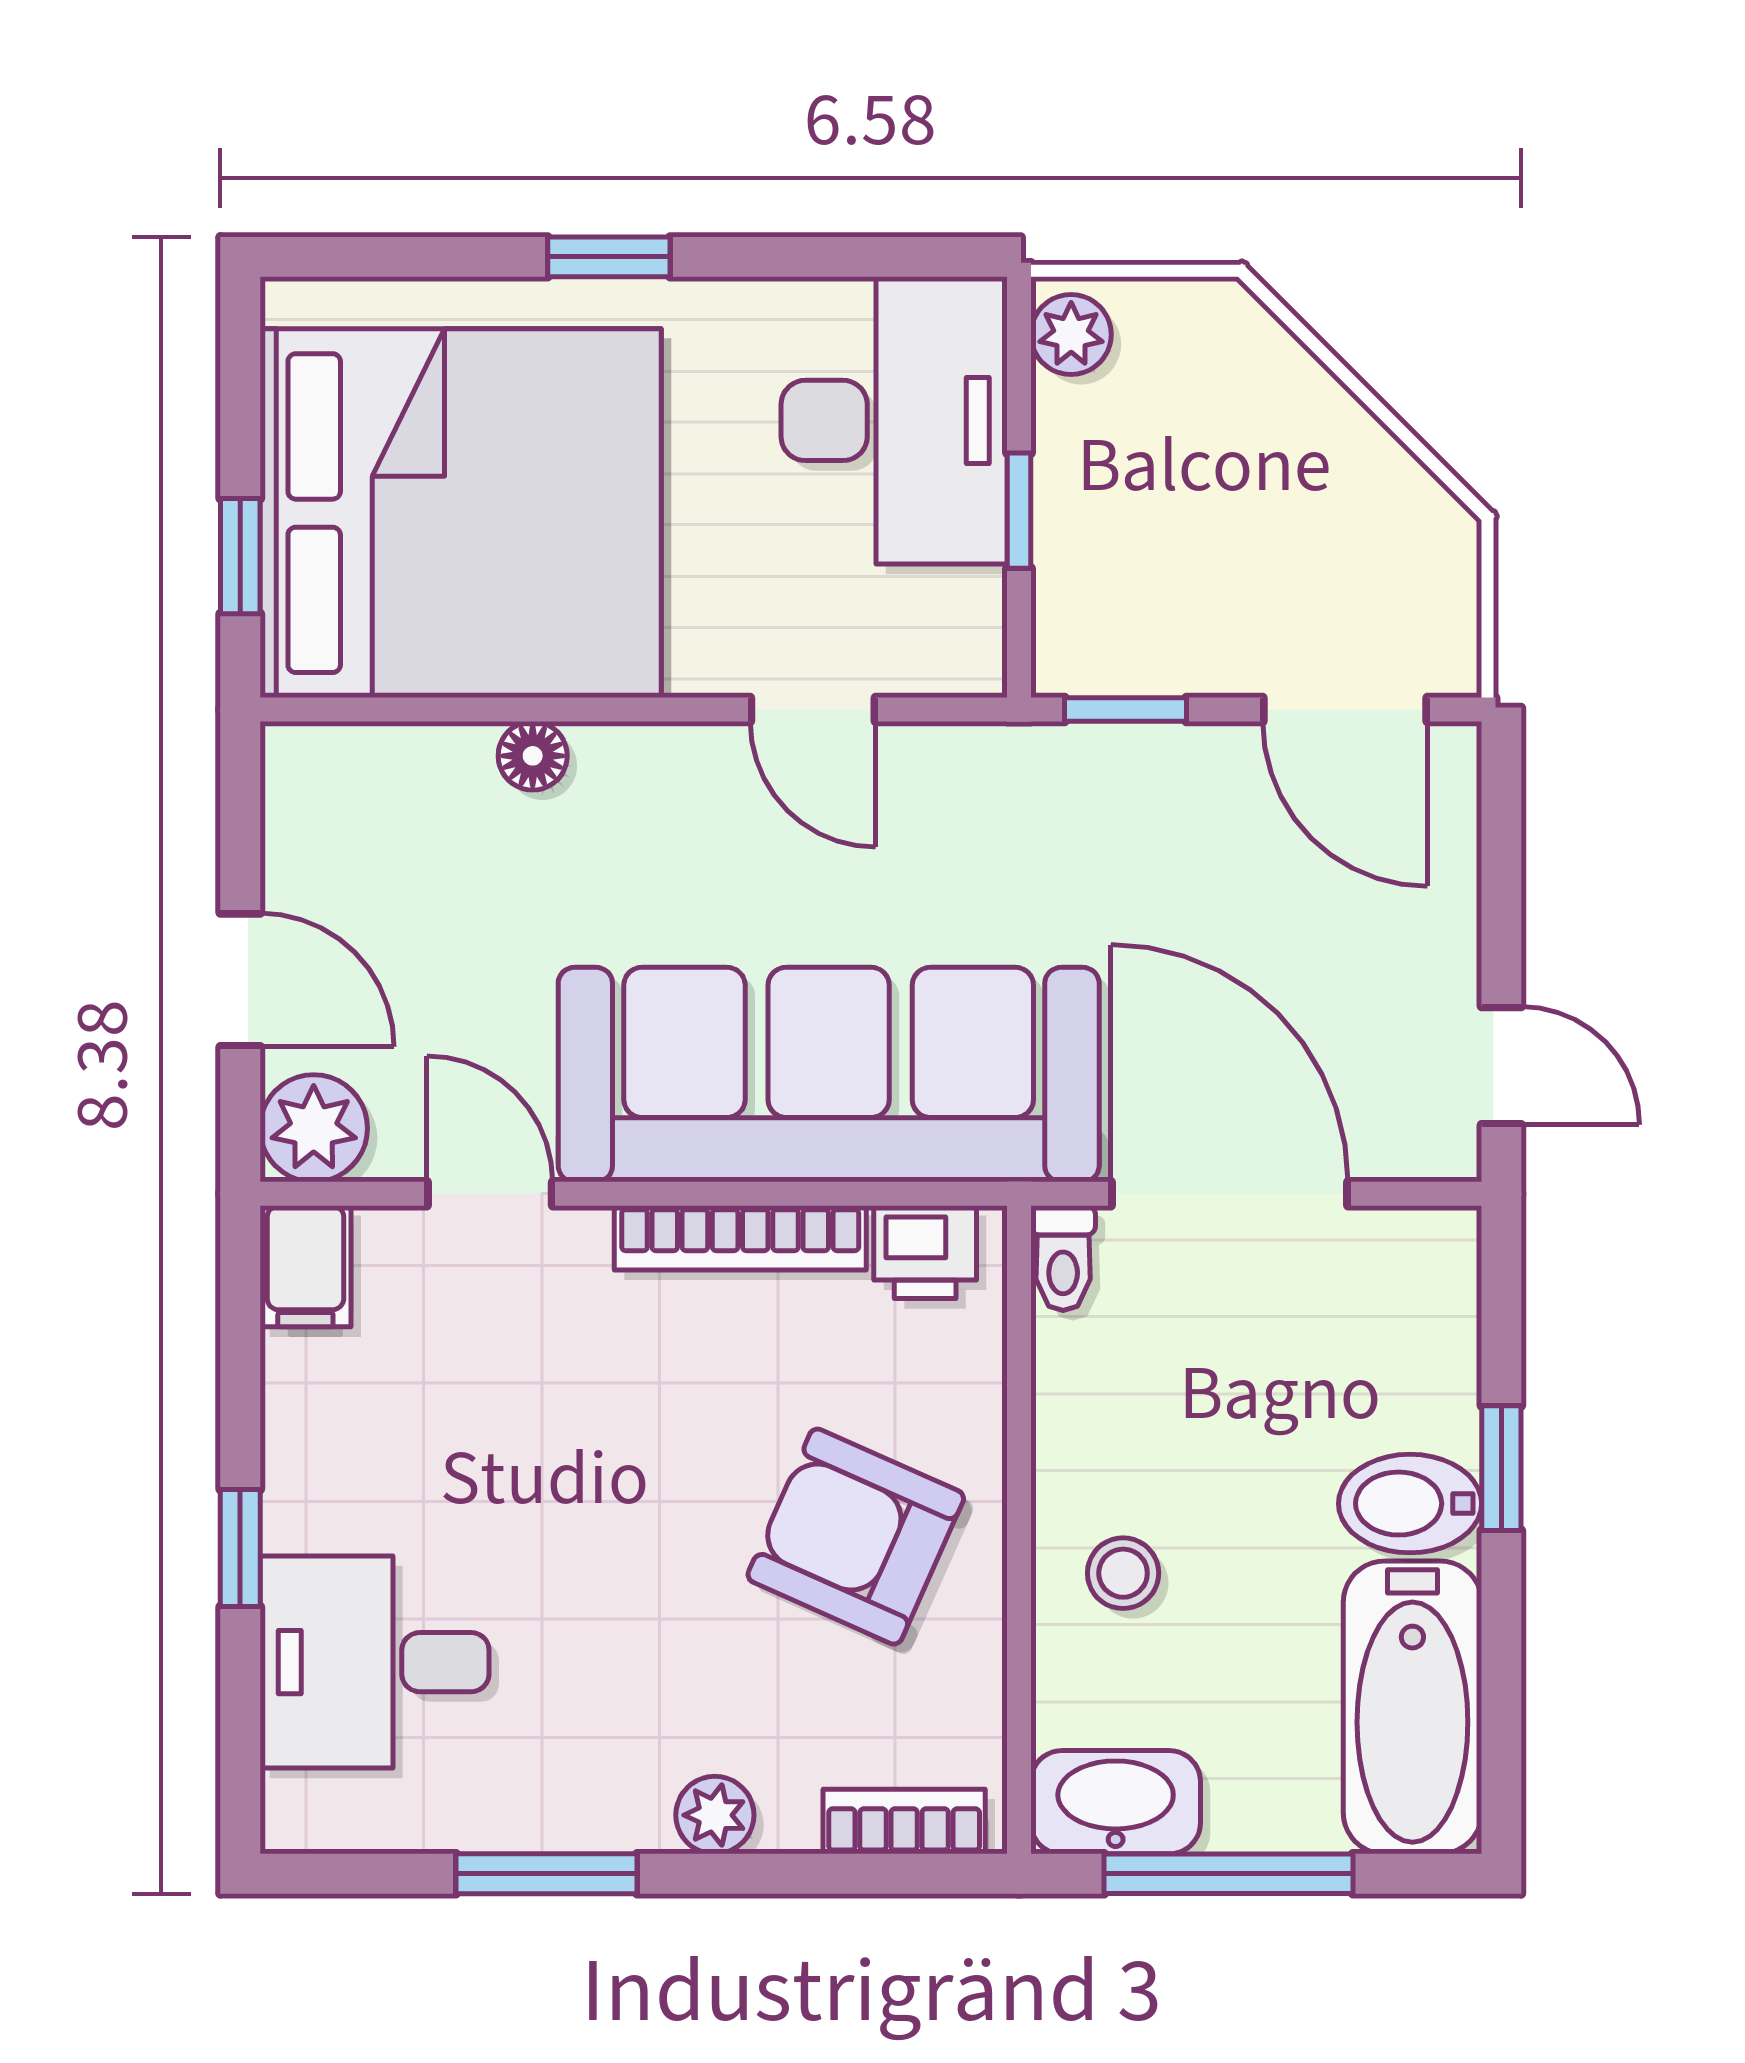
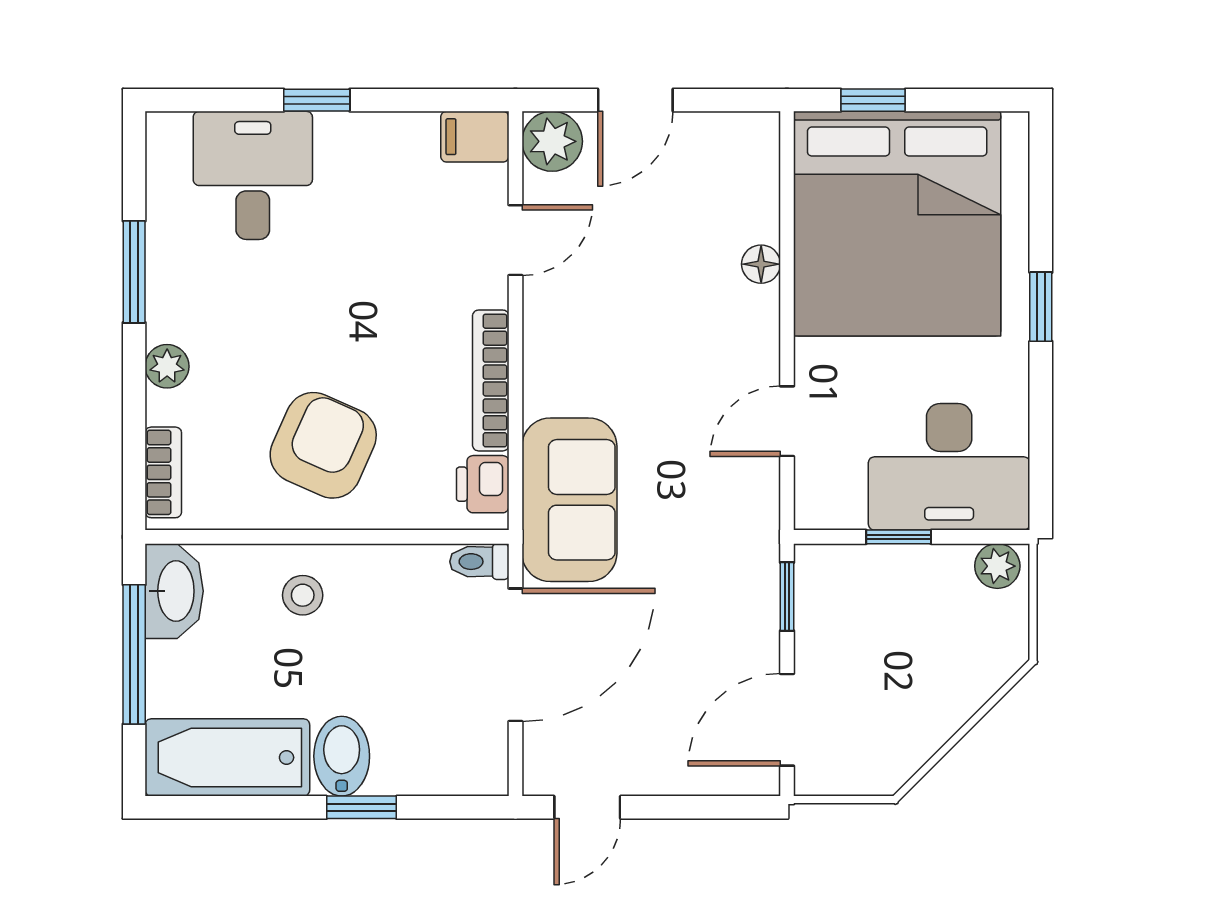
sofa: (829, 1075) -> (569, 500), width x0.54, depth x0.79

